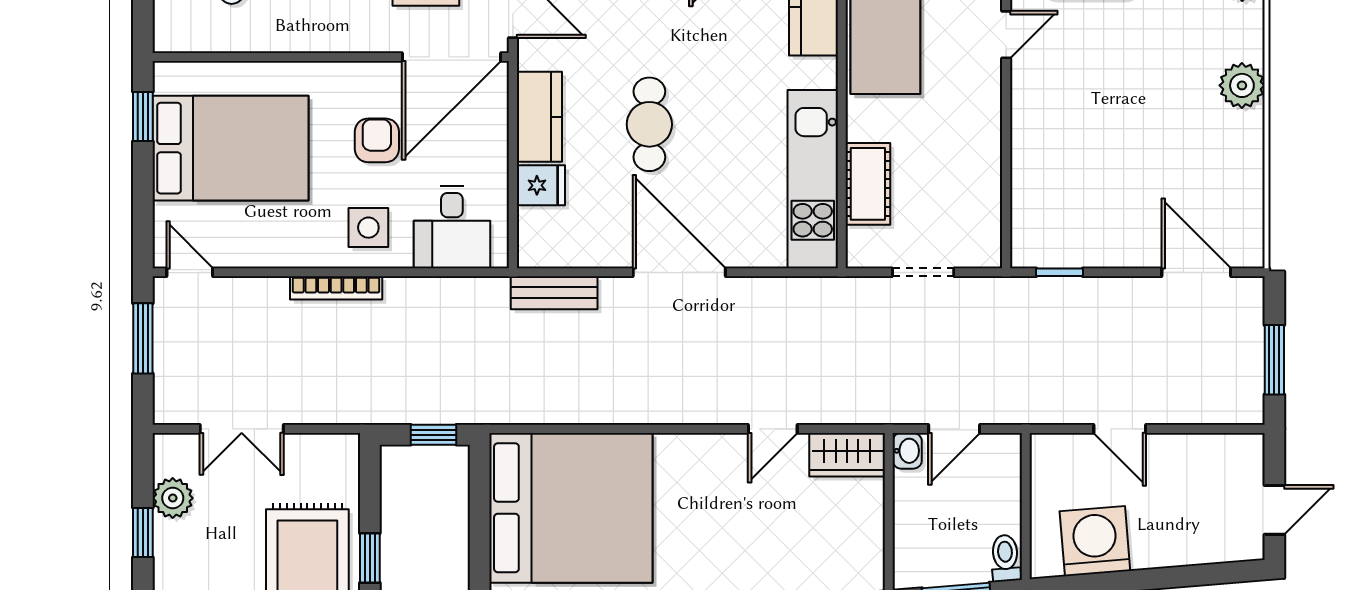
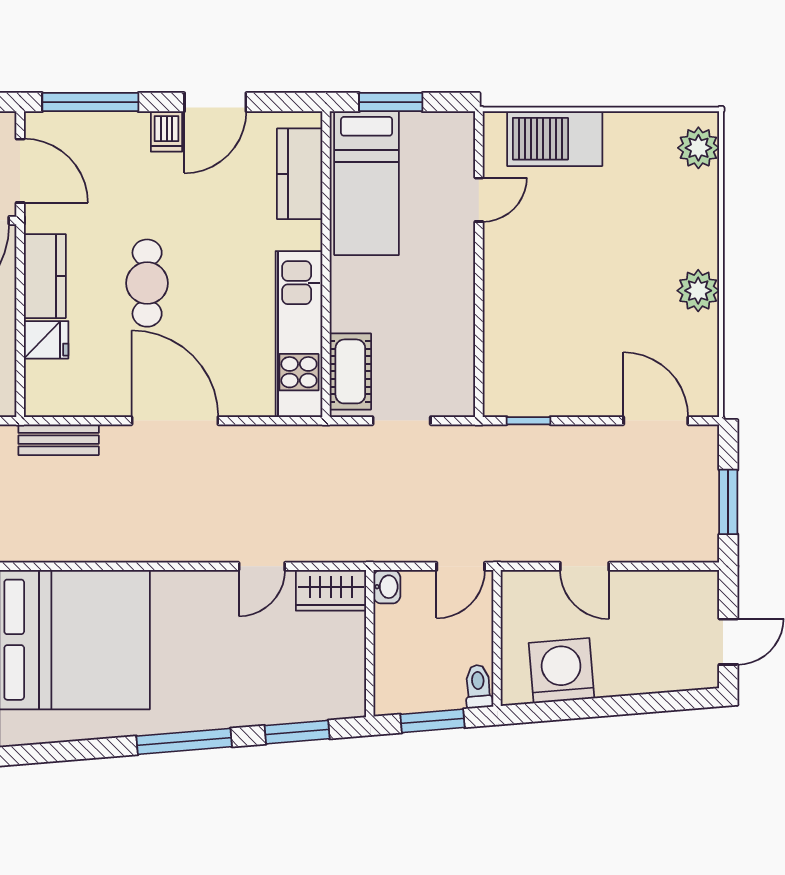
plant: (1242, 85) -> (698, 291), moved
cot: (868, 184) -> (350, 371), moved
door: (954, 429) -> (461, 566), moved

